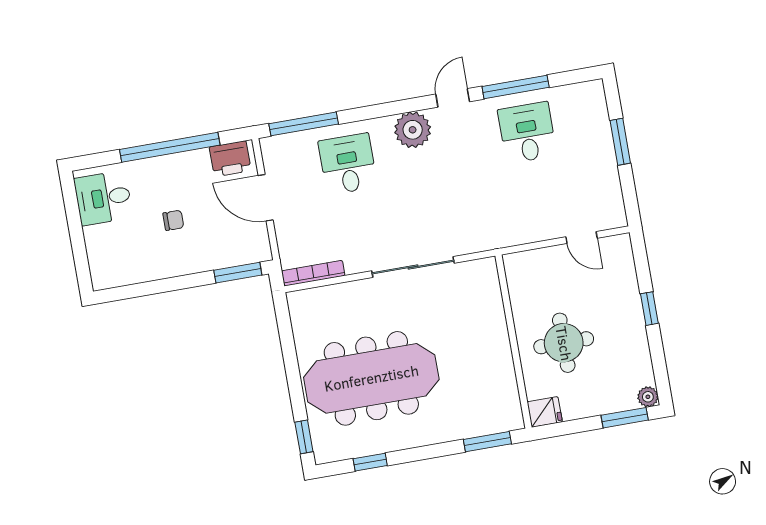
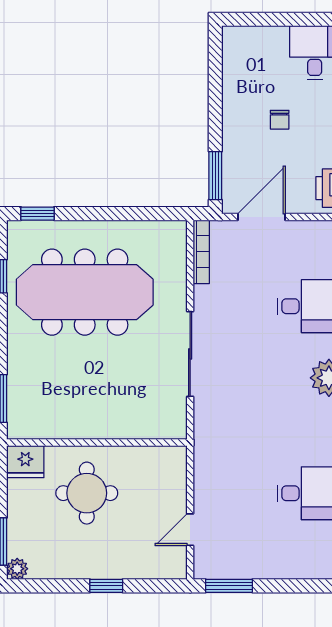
window: (620, 142) -> (229, 586), moved
door: (266, 198) -> (262, 217), moved
meeting table: (371, 378) -> (85, 292), turned 90
fridge: (545, 412) -> (25, 462), width x1.38

